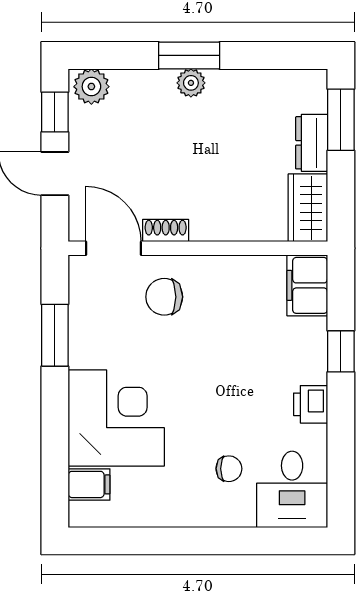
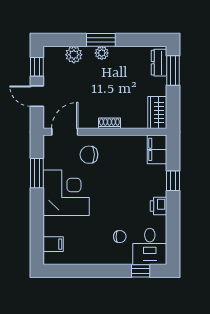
plant: (91, 87) -> (74, 55), moved
dresser: (312, 143) -> (159, 63), moved
shoe rack: (166, 230) -> (109, 123), moved
door: (113, 248) -> (65, 132), hinge flipped
corner desk: (116, 418) -> (66, 193), moved
window: (273, 541) -> (141, 271), added

